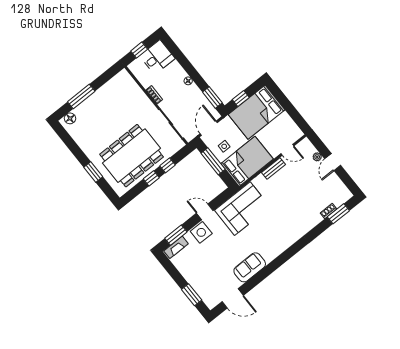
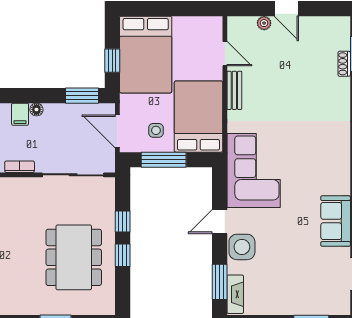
filing cabinet: (180, 75) -> (20, 114), added
door: (287, 150) -> (225, 54), hinge flipped
dining table: (132, 156) -> (74, 257), width x0.73, depth x0.80

